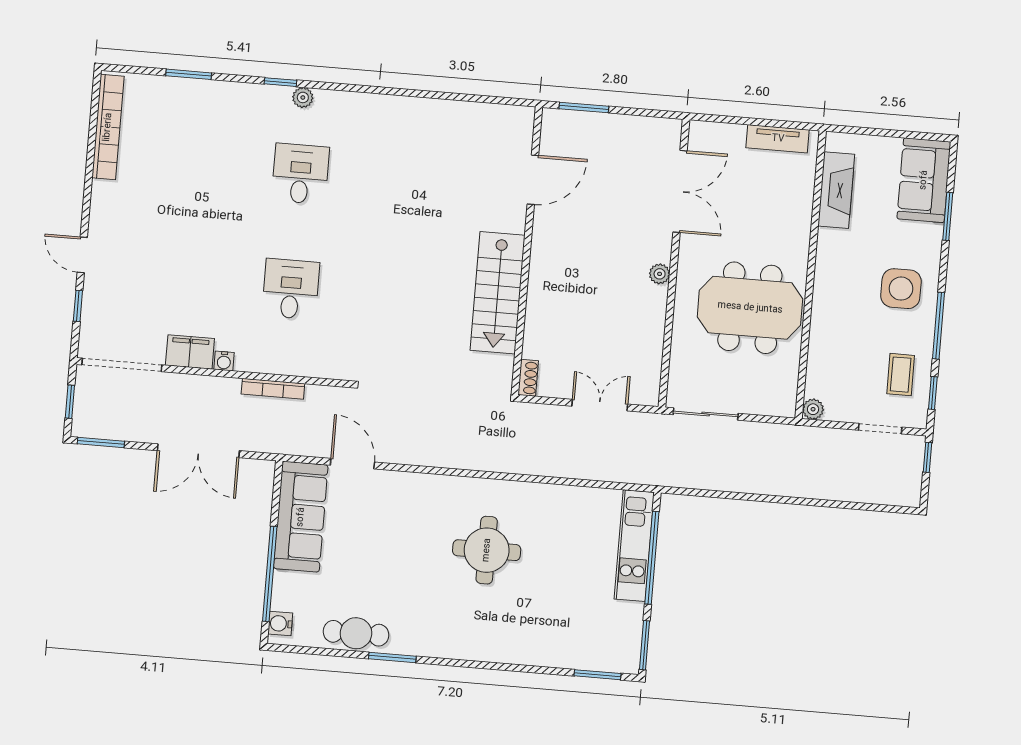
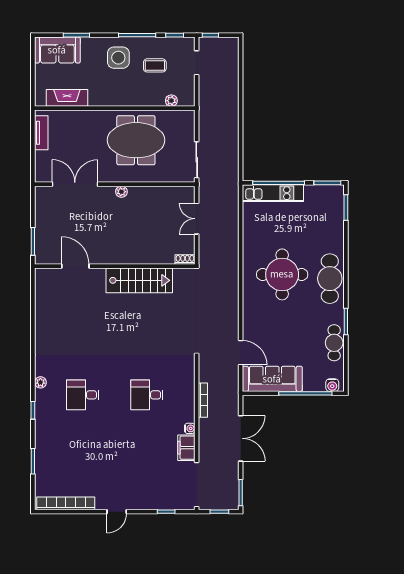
plant: (303, 97) -> (40, 382), moved
door: (82, 255) -> (117, 512), moved
meeting table: (750, 308) -> (136, 140), turned 90
coffee table: (901, 375) -> (155, 65), moved
plant: (813, 409) -> (171, 101), moved
door: (352, 464) -> (241, 353), swing flipped
round table: (487, 550) -> (282, 274), width x1.36, depth x1.36
cafe table: (472, 635) -> (330, 279), added

